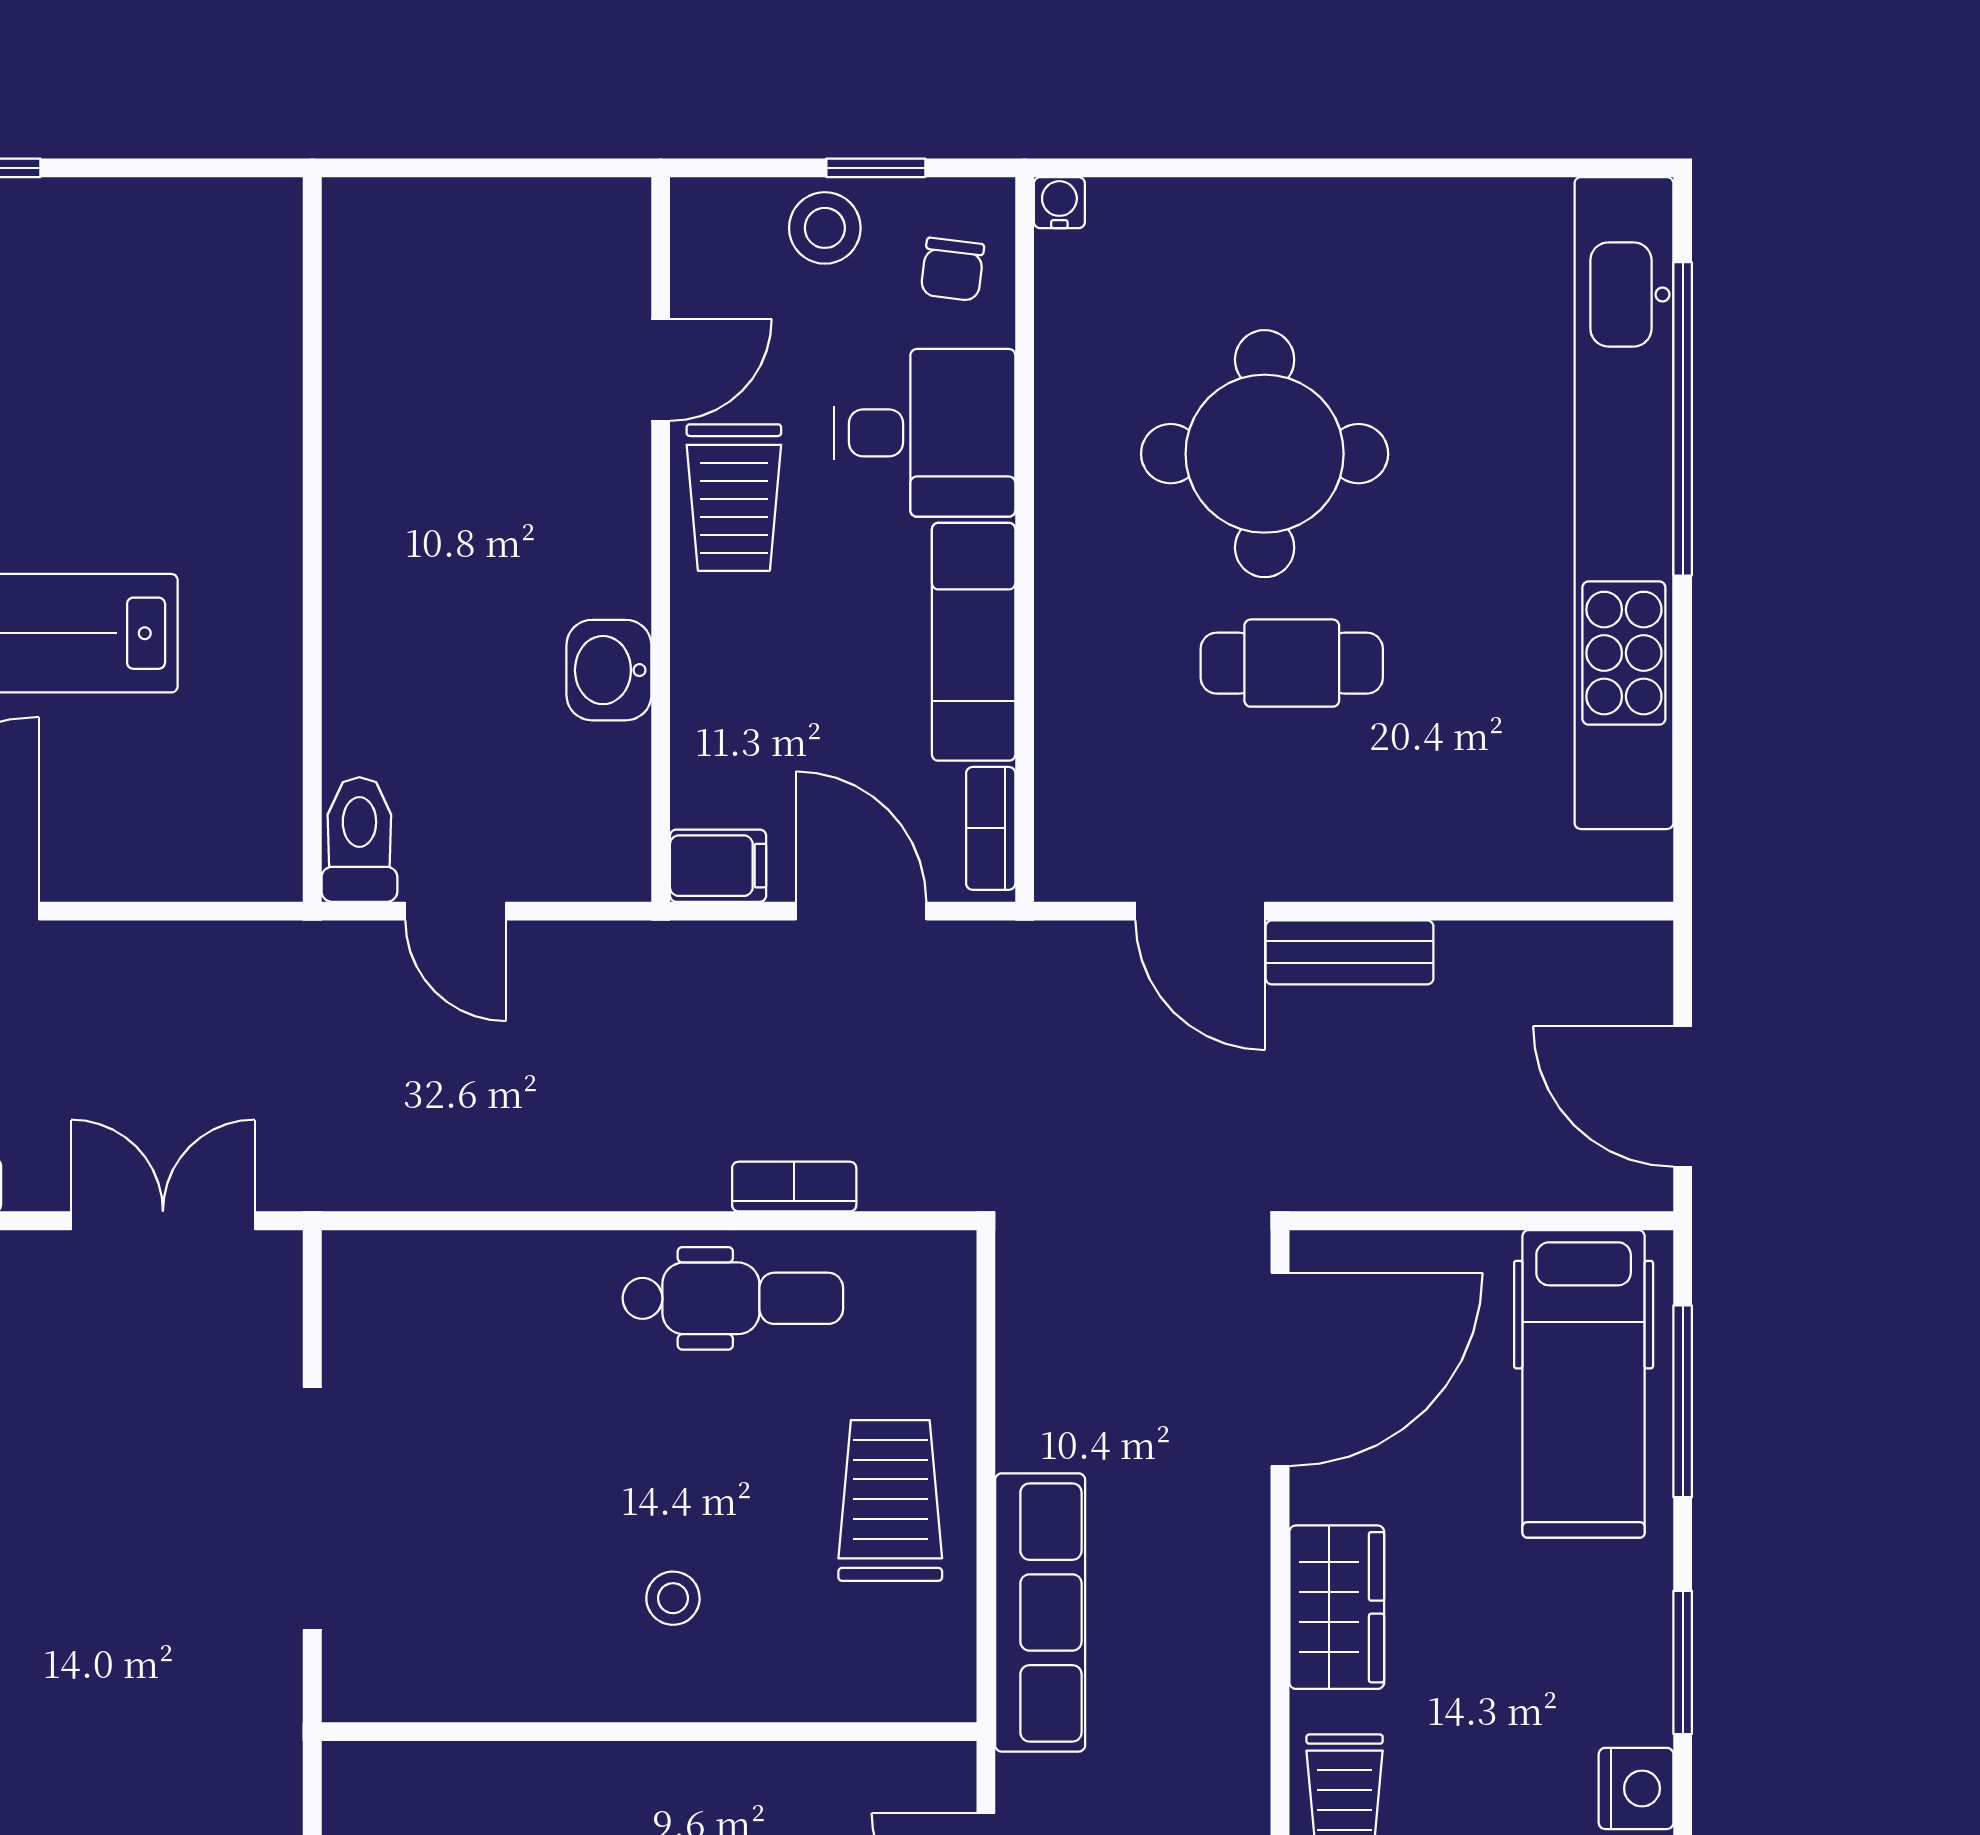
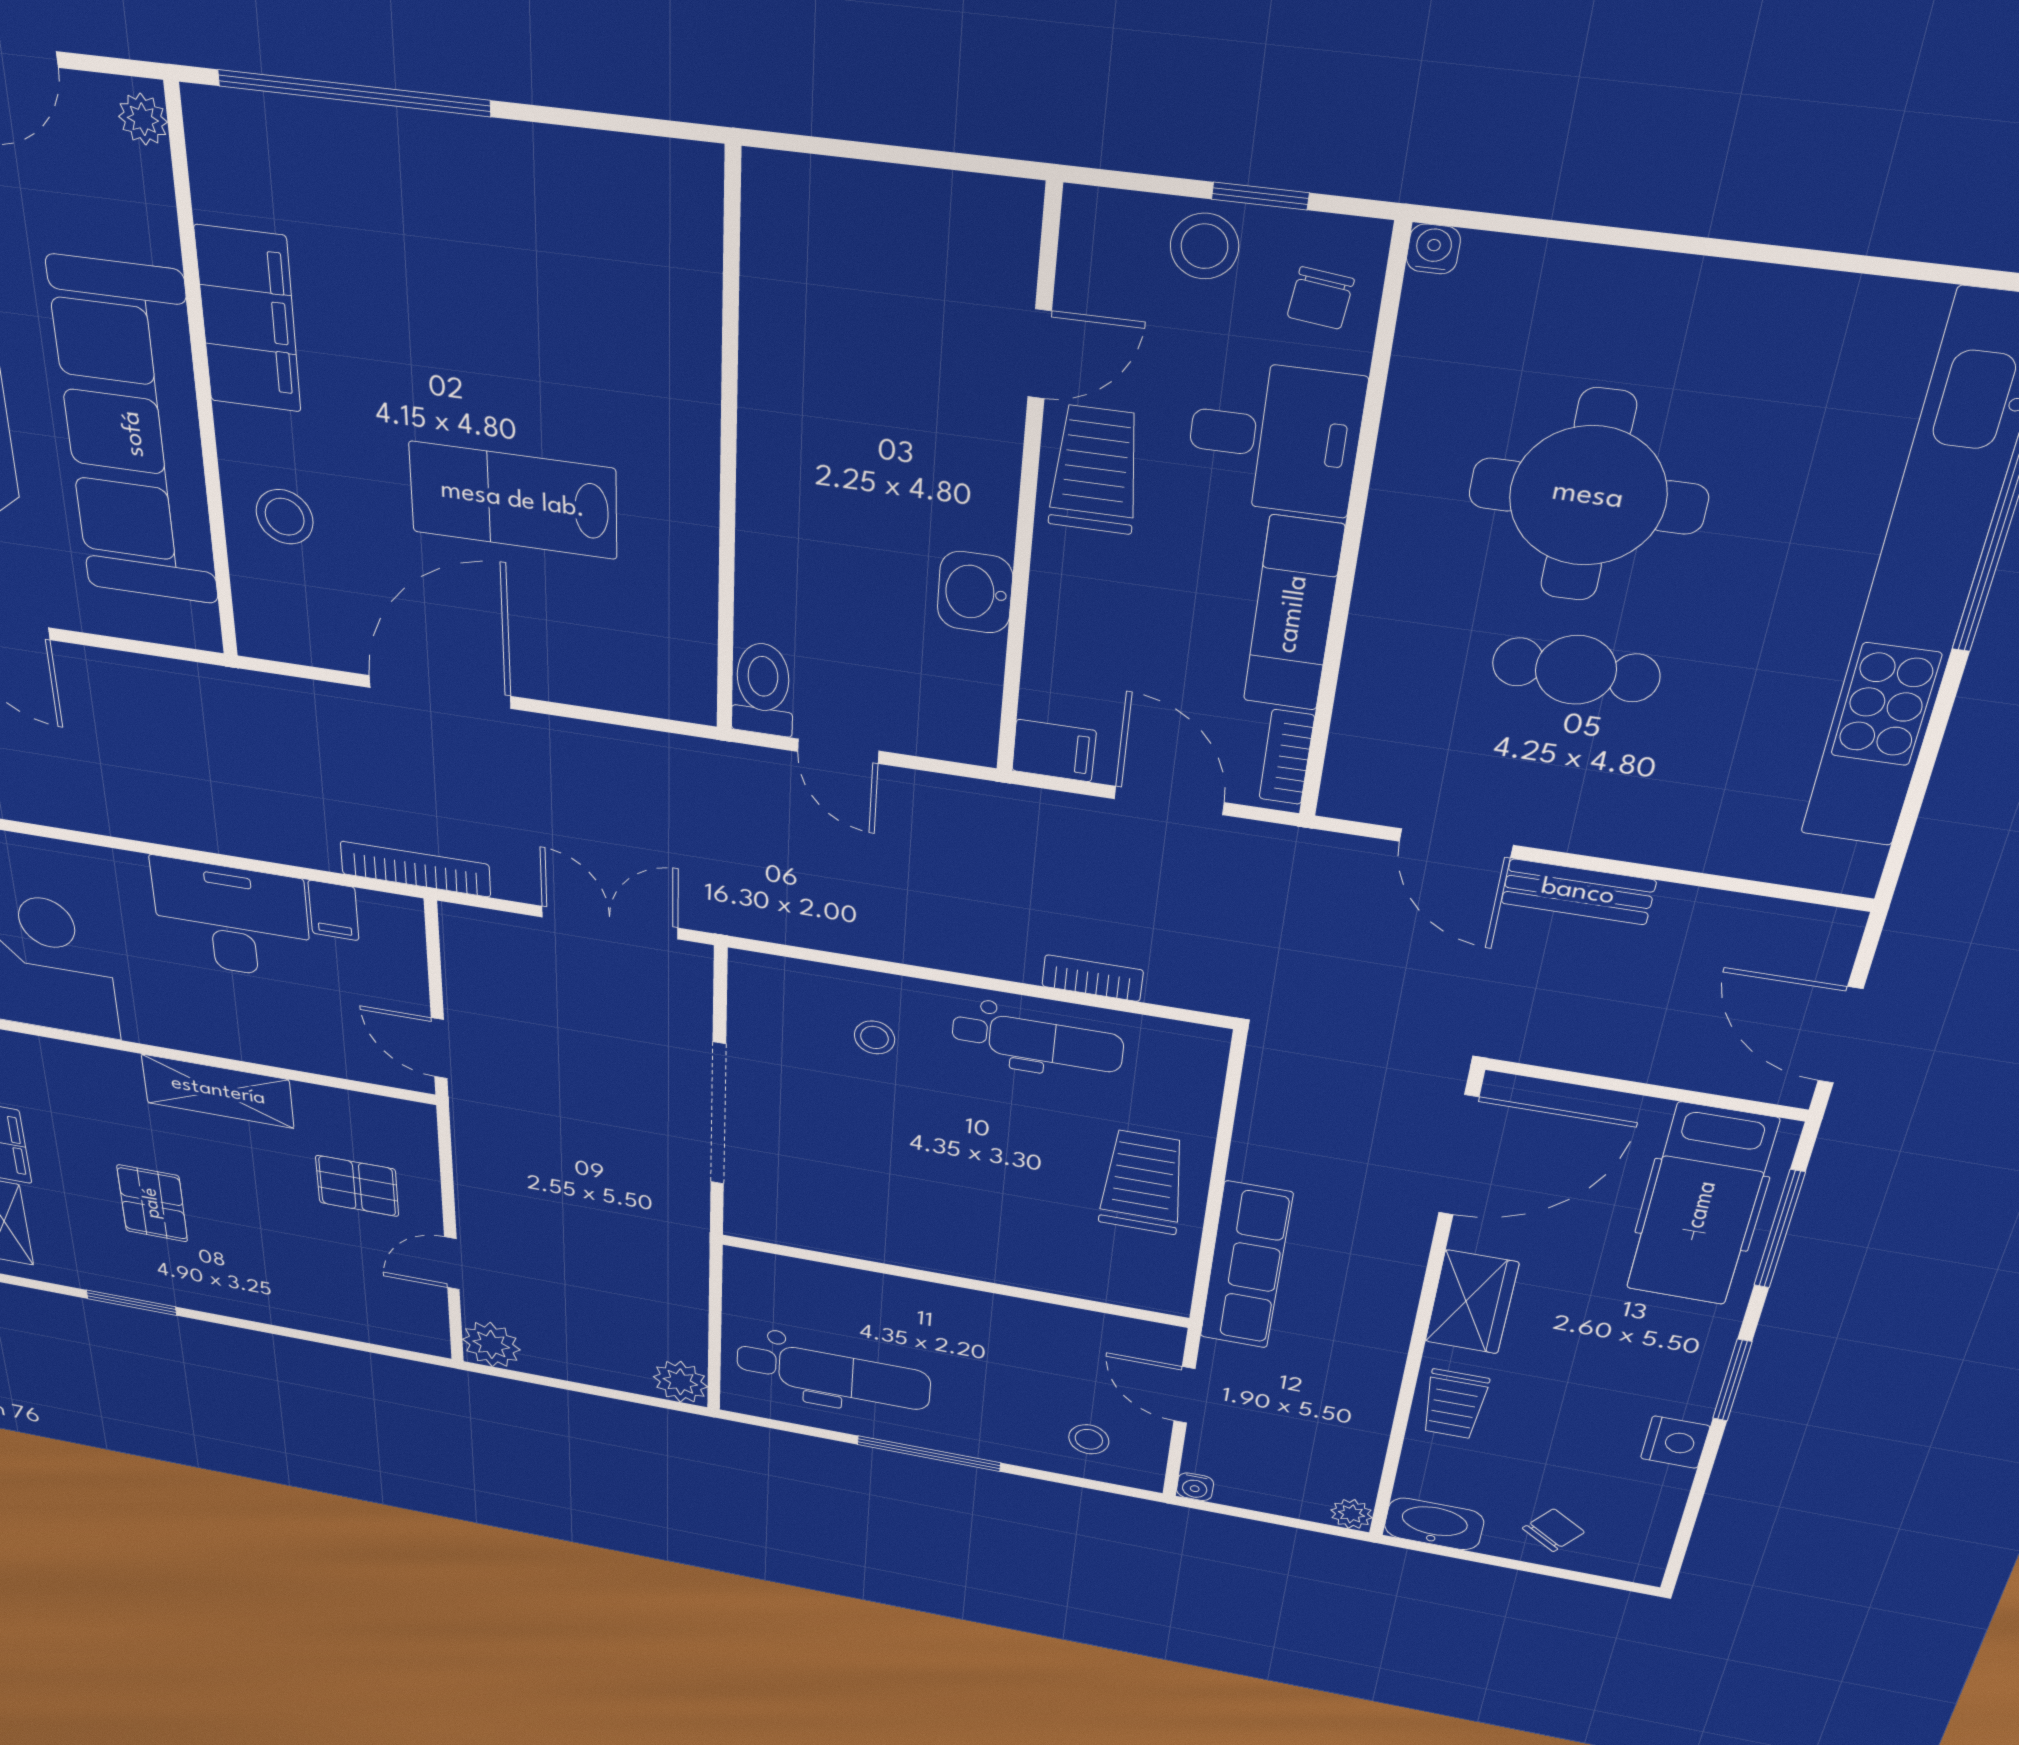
trolley: (734, 498) -> (1095, 470), turned 180
stool: (673, 1598) -> (875, 1037), moved

